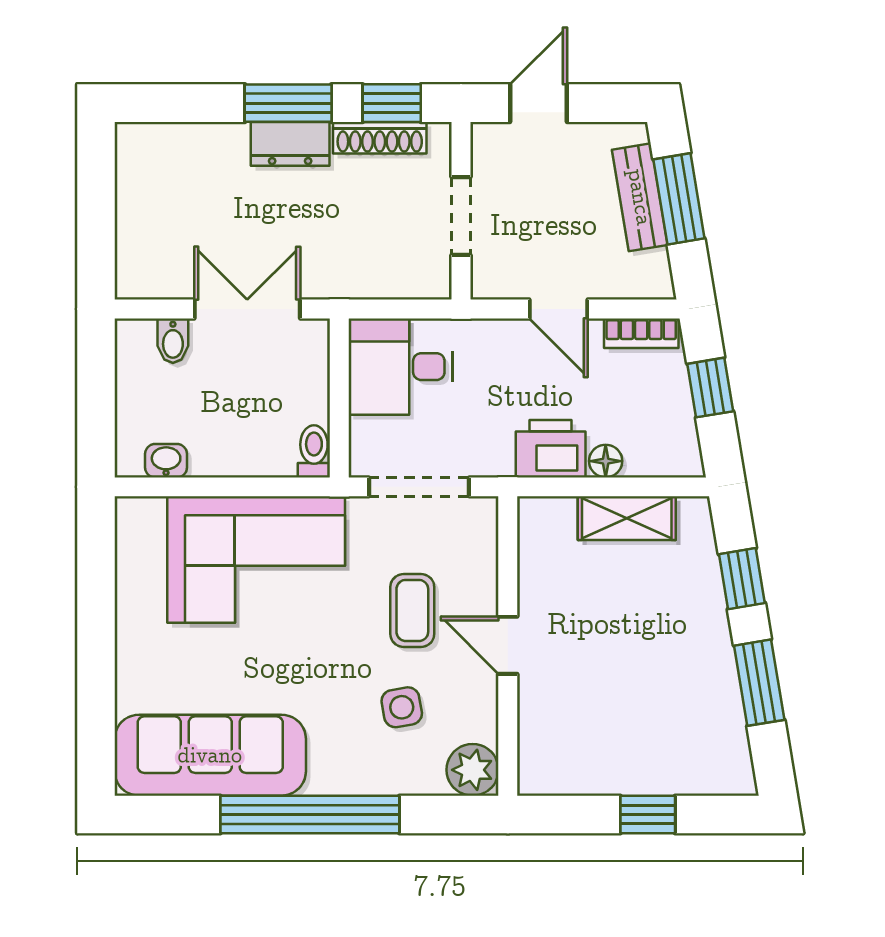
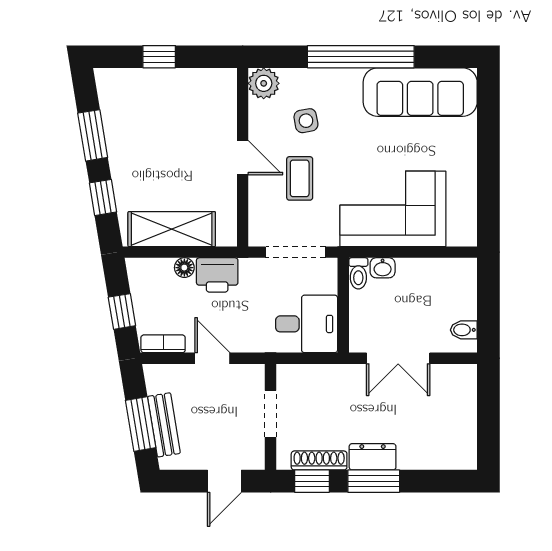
bidet: (173, 341) -> (464, 330), moved, turned -90
washbasin: (166, 461) -> (383, 268), moved
shelving: (627, 518) -> (172, 229), width x1.50, depth x1.33

